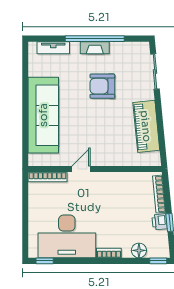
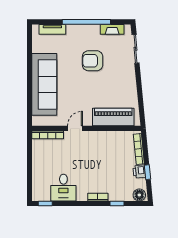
fireplace: (95, 48) -> (112, 29), moved
piano: (146, 126) -> (113, 117), moved, turned 96
desk: (67, 236) -> (63, 188), width x0.53, depth x0.77
floor lamp: (139, 250) -> (139, 195), moved
window: (158, 261) -> (117, 203), moved

